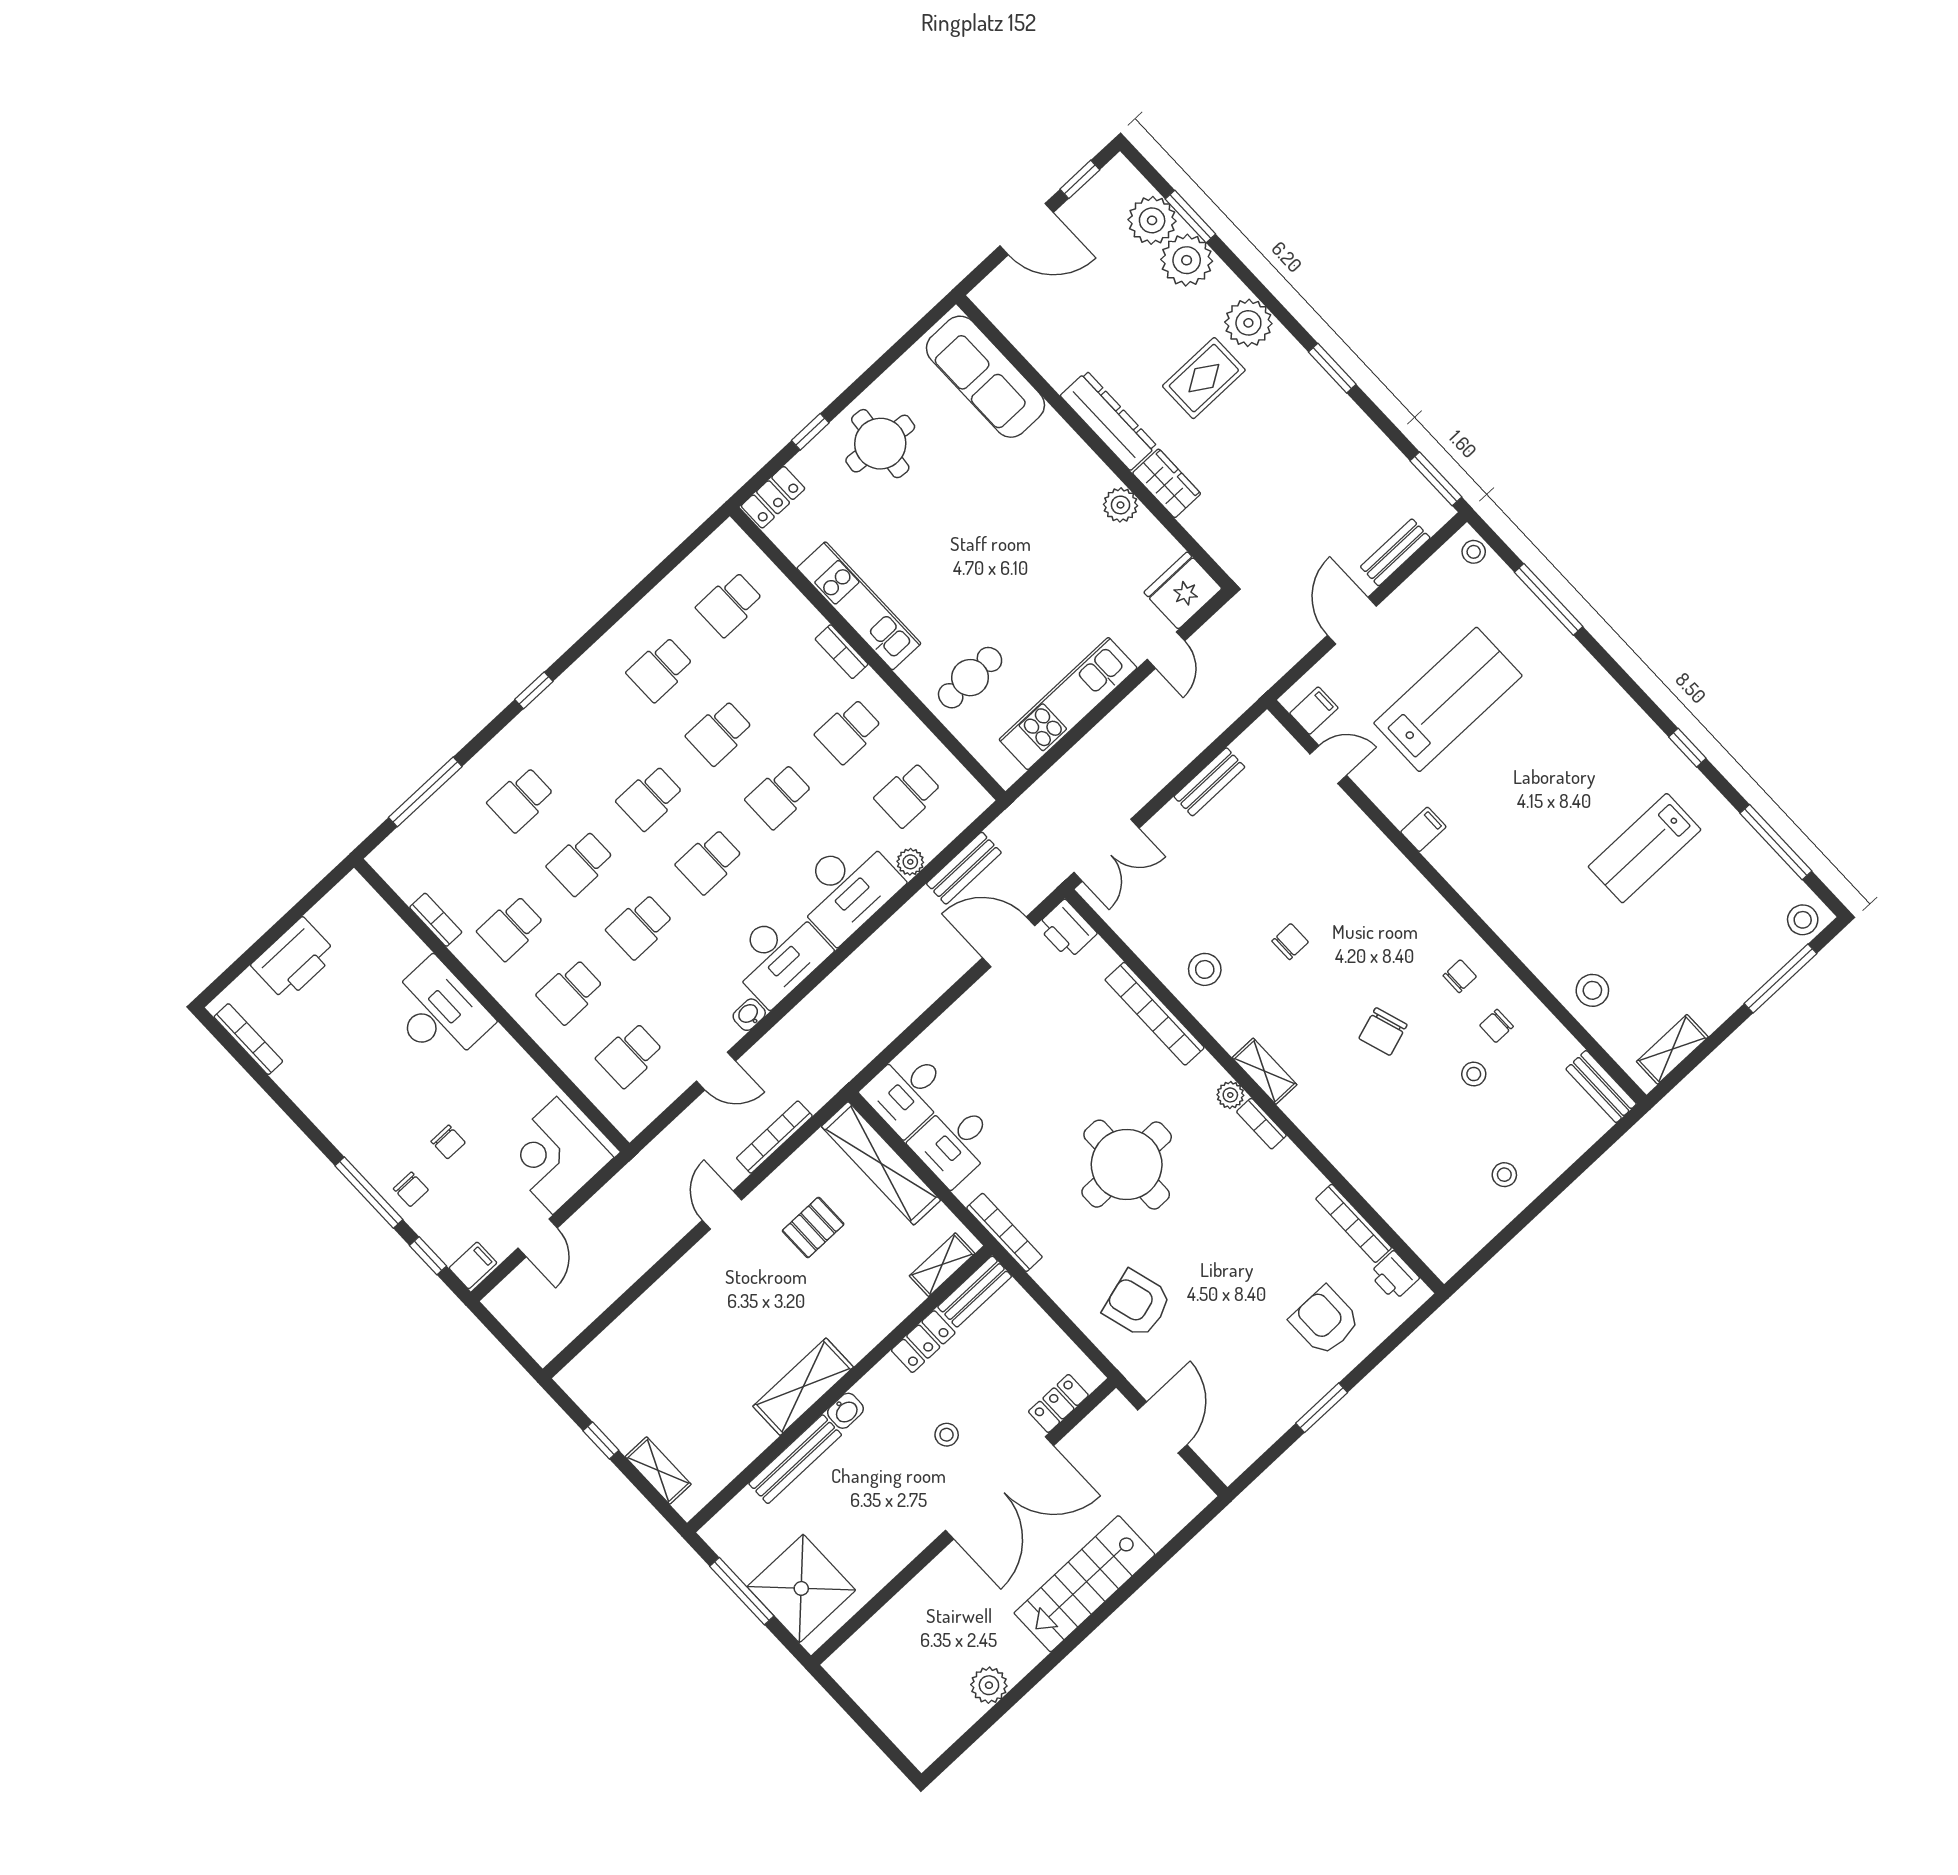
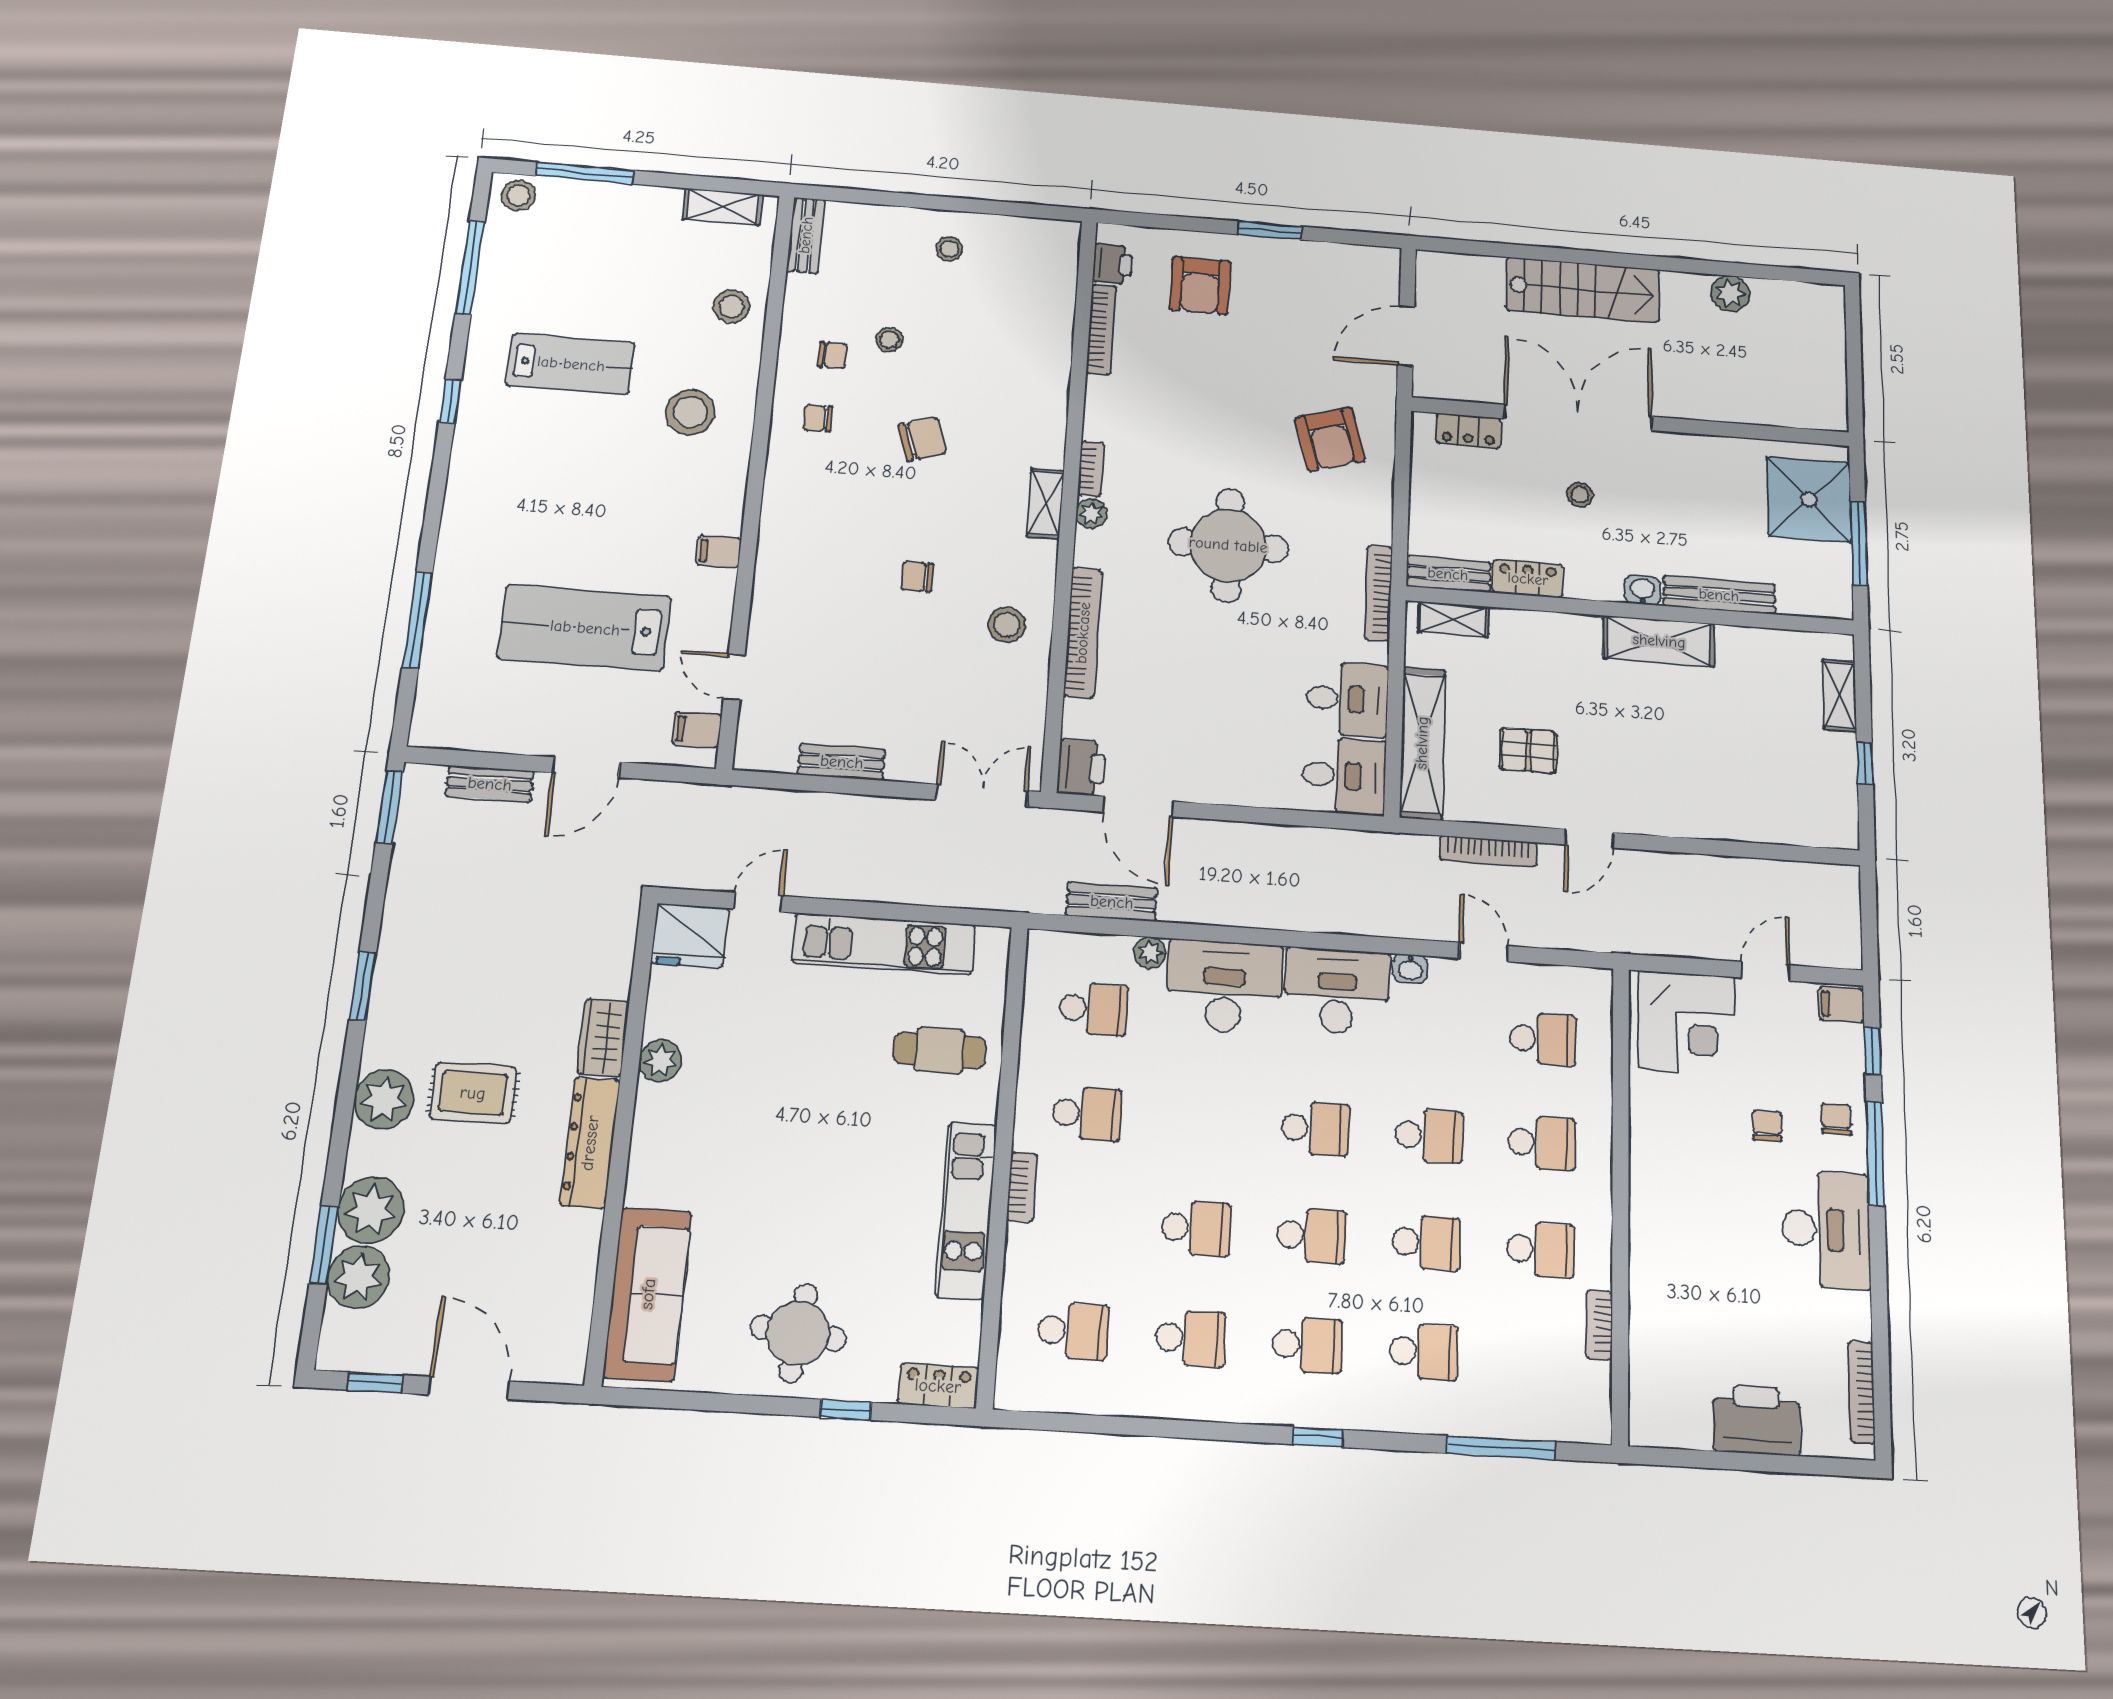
stool: (1474, 552) -> (690, 412), moved, width x1.89, depth x1.89
school desk: (779, 796) -> (1307, 1345), moved
desk: (438, 1012) -> (1826, 1230), moved, turned 180

